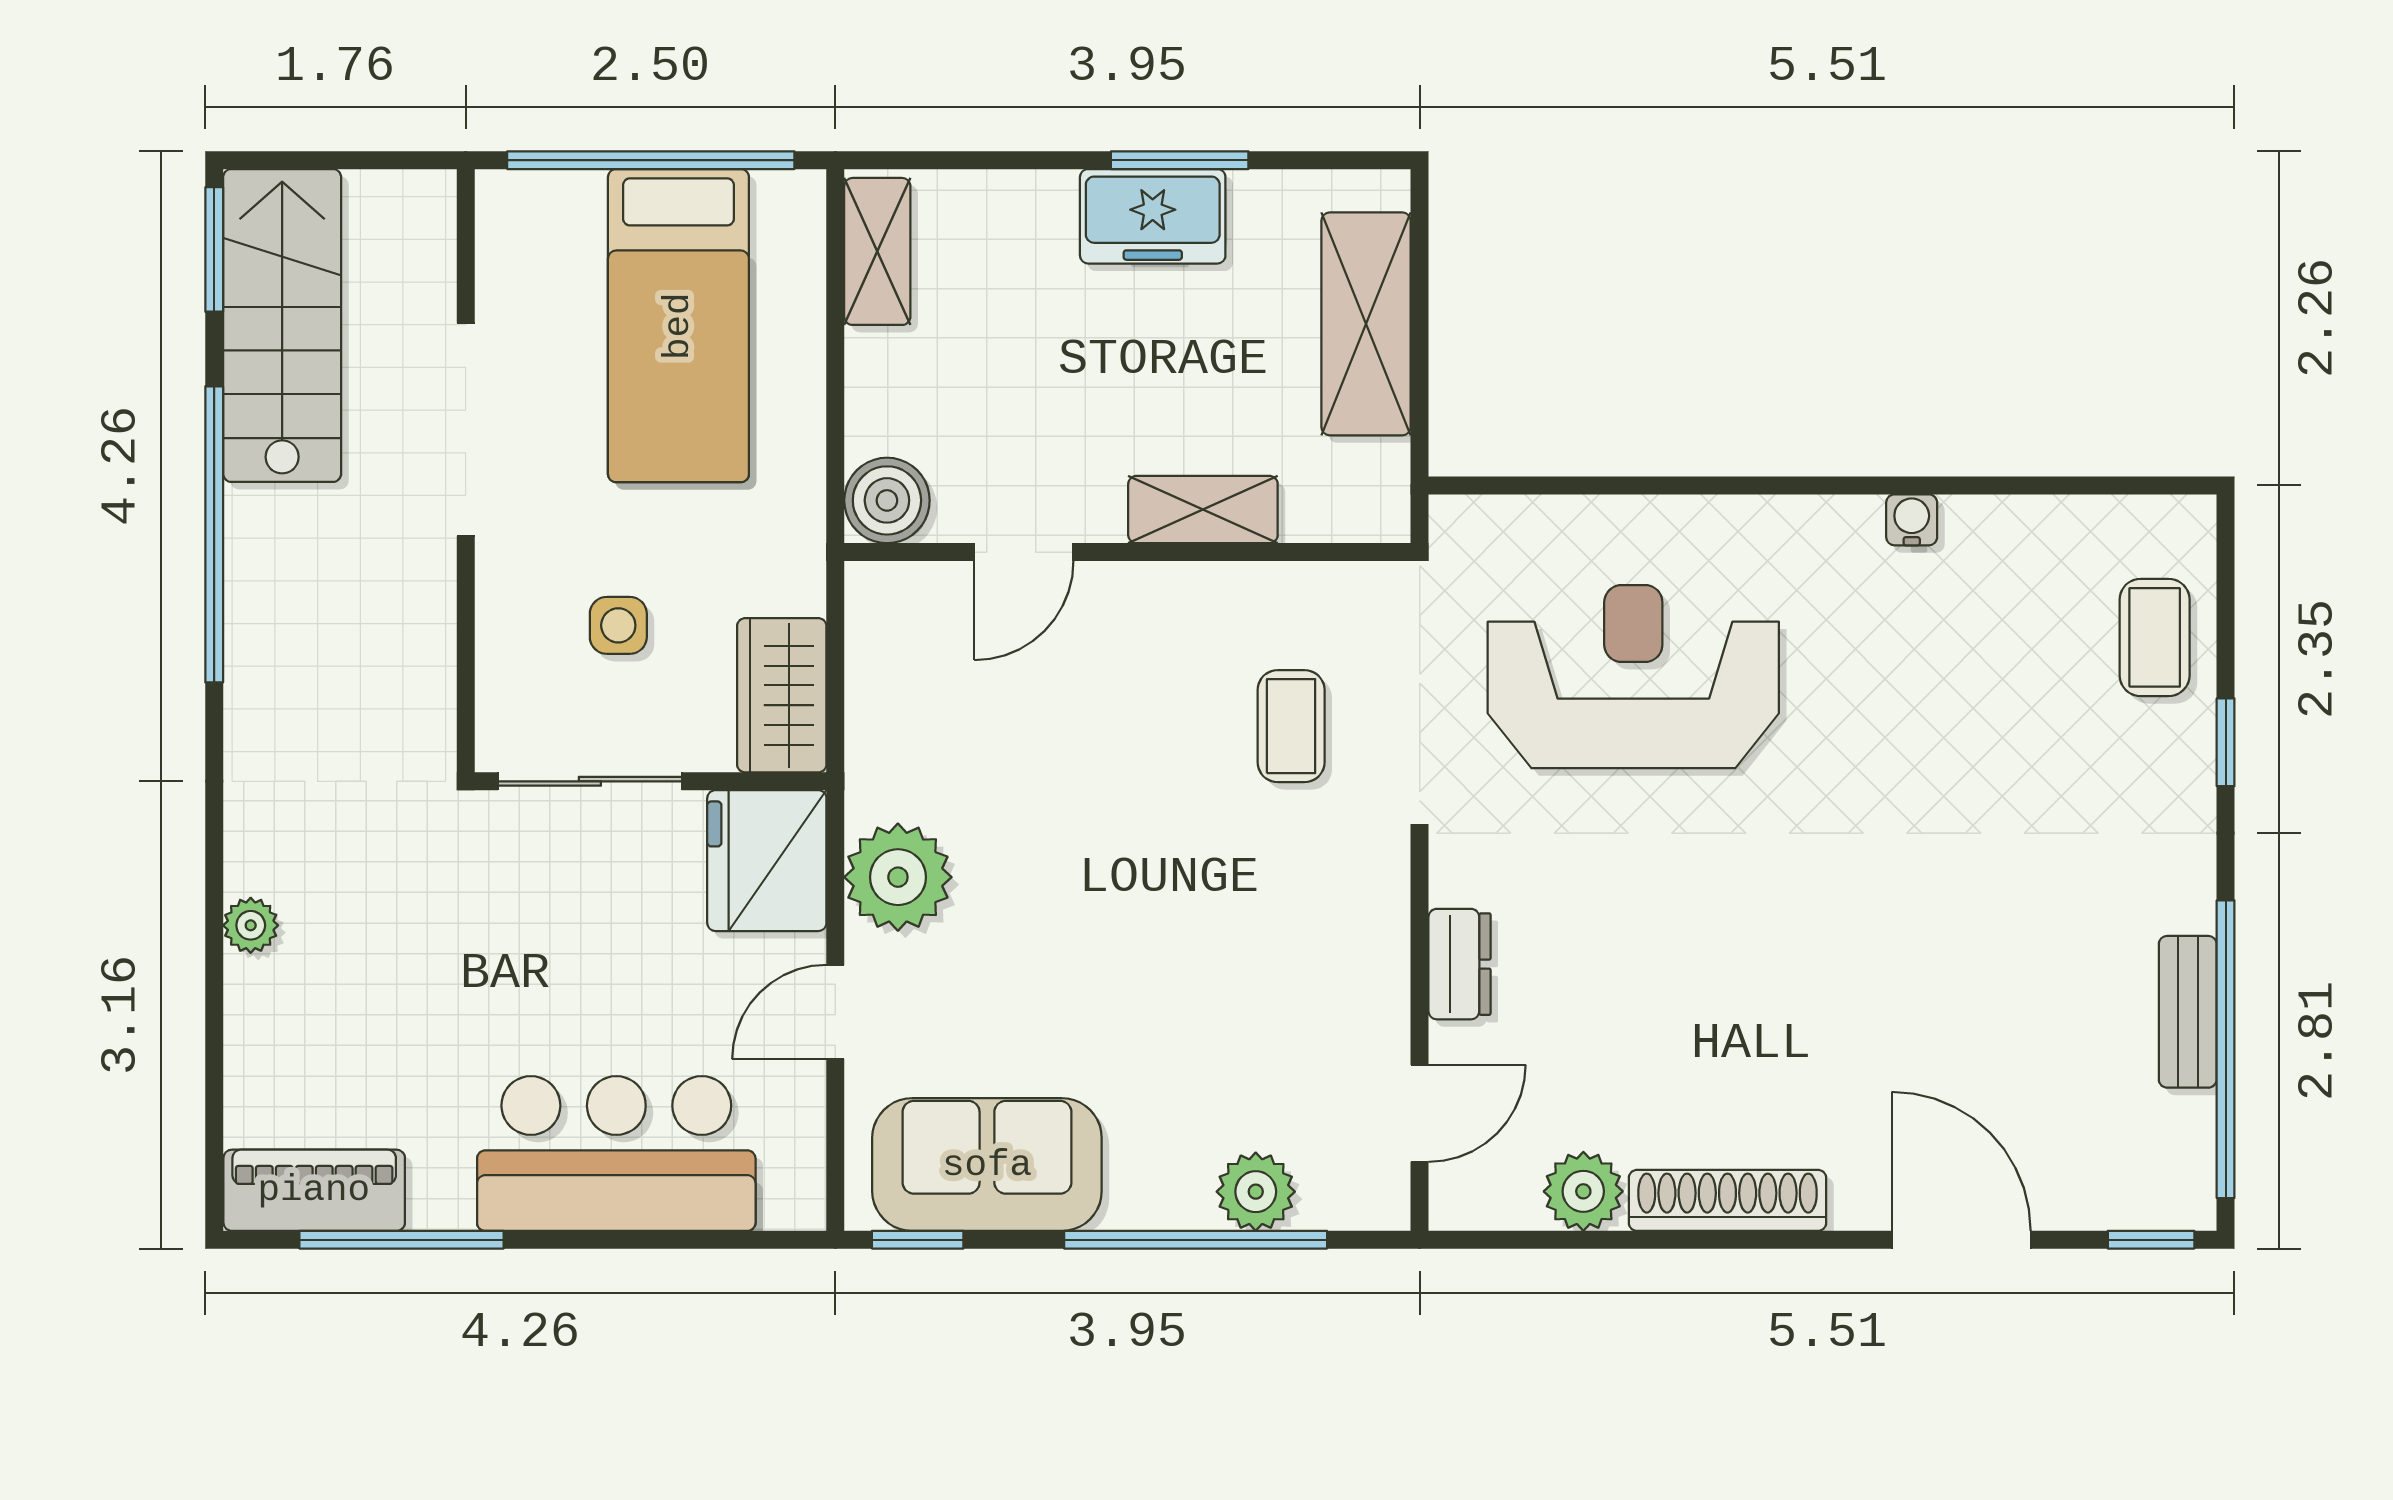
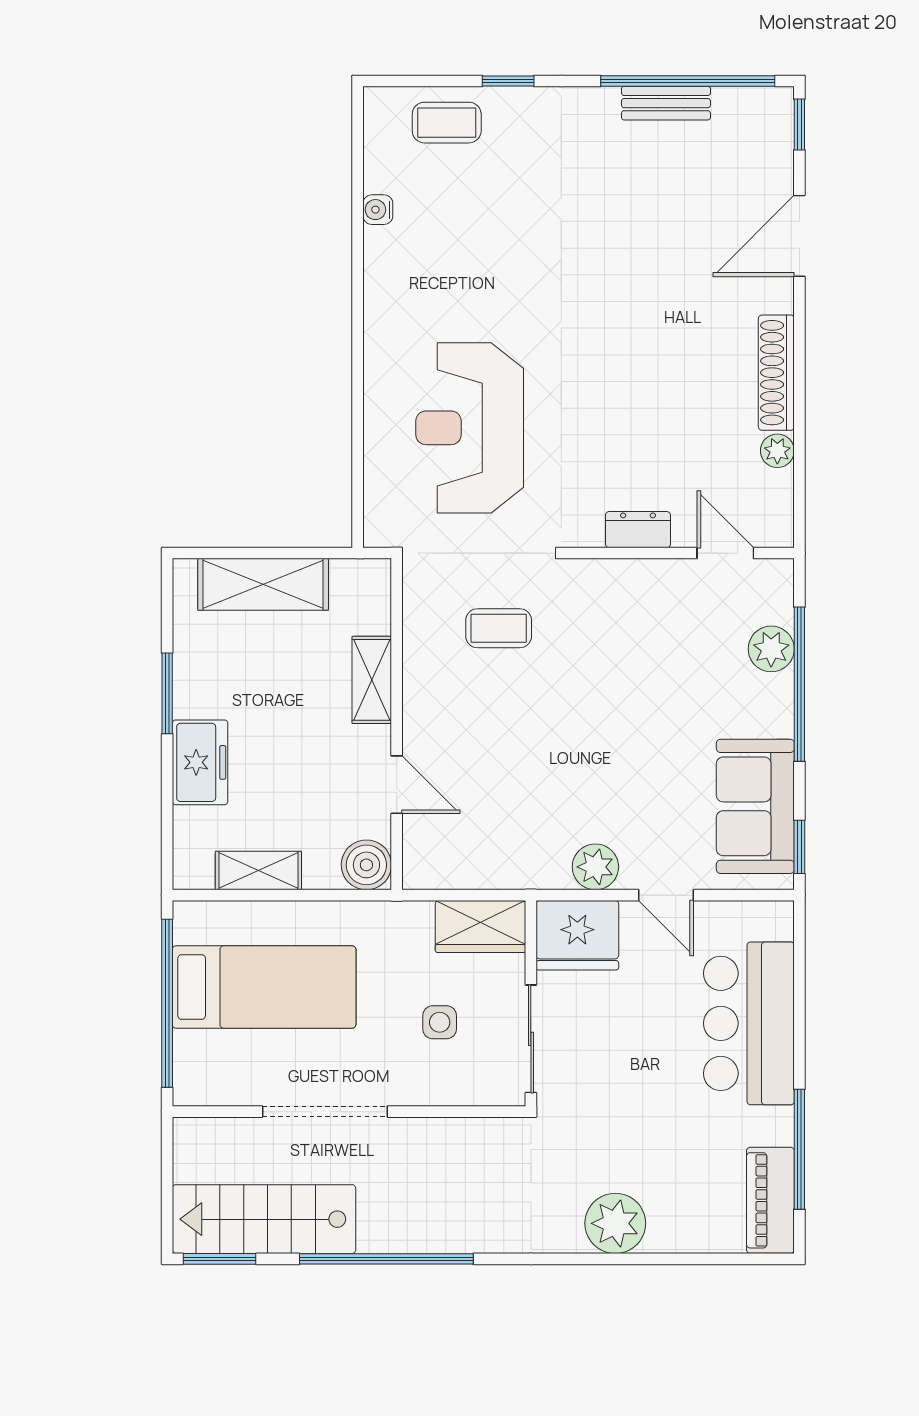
freezer: (1153, 216) -> (200, 762), moved
shelving: (877, 251) -> (258, 871), moved
water cooler: (1912, 520) -> (378, 210), moved
plant: (898, 877) -> (595, 867), width x0.73, depth x0.73
plant: (251, 925) -> (615, 1223), width x1.87, depth x1.87
plant: (1583, 1191) -> (777, 451), width x0.73, depth x0.73

